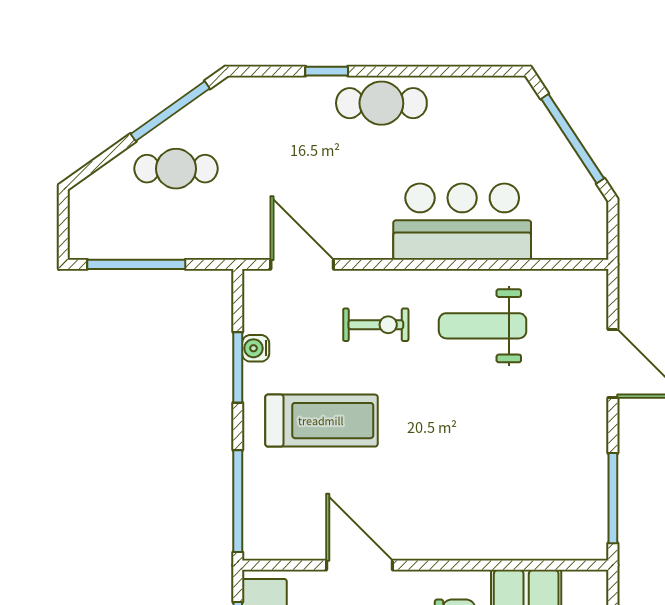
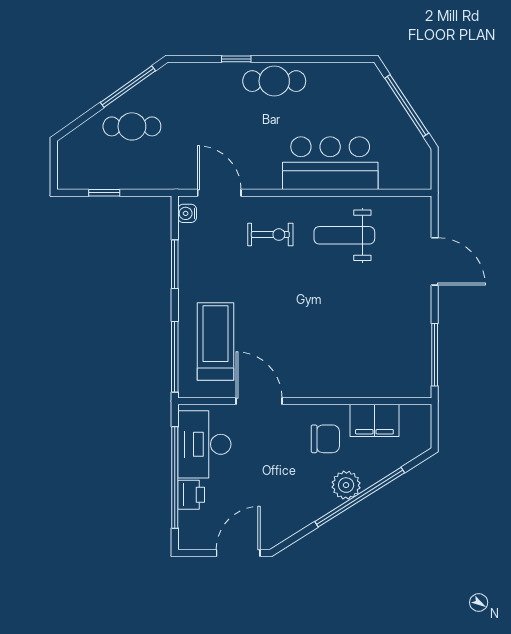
window: (136, 264) -> (104, 193), width x0.46
water cooler: (256, 348) -> (187, 213), moved
treadmill: (321, 421) -> (216, 341), moved, turned -90

